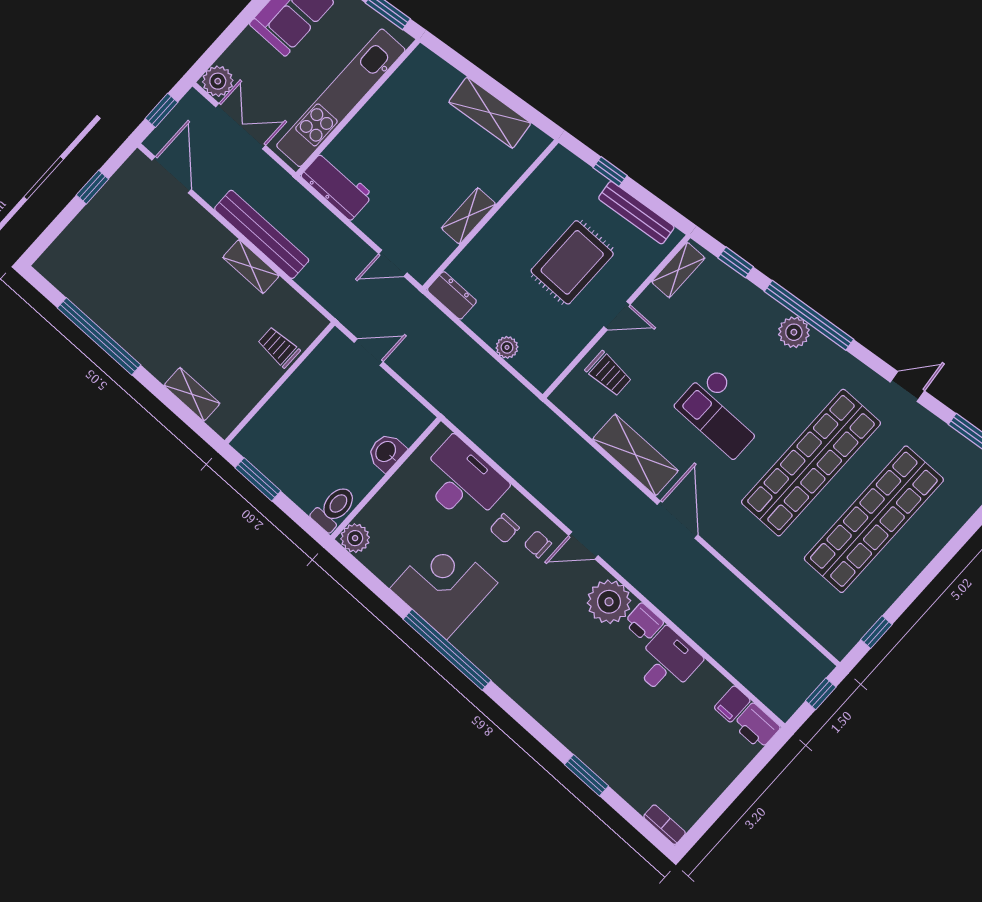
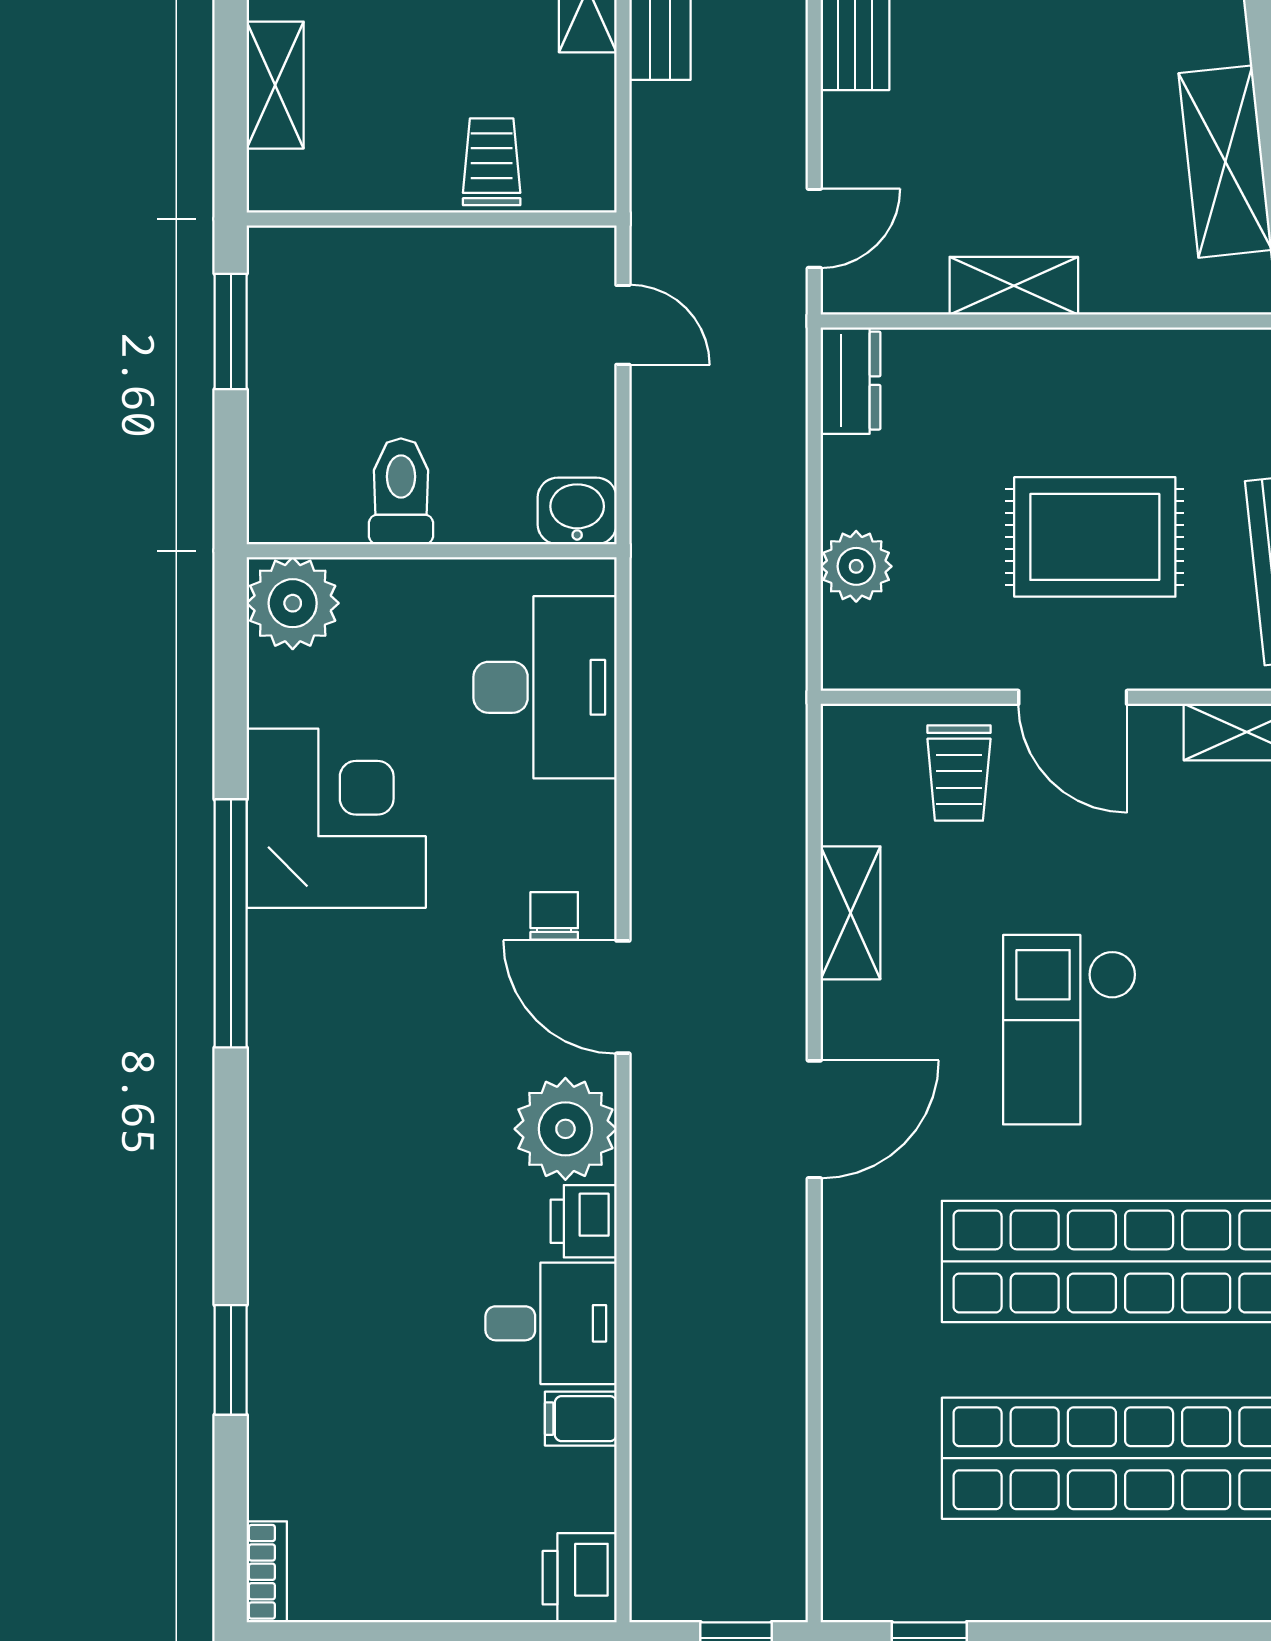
door: (393, 263) -> (814, 228), swing flipped
door: (617, 316) -> (1073, 697), width x1.37
plant: (507, 347) -> (856, 566), width x1.38, depth x1.38
washbasin: (386, 452) -> (577, 511), moved
shelving: (635, 455) -> (851, 913), width x0.67, depth x0.75
toilet: (334, 508) -> (401, 491), moved, turned -90
chair: (504, 528) -> (529, 834), removed
plant: (355, 538) -> (293, 603), width x1.36, depth x1.36
door: (583, 546) -> (623, 997), width x1.38
filing cabinet: (732, 704) -> (581, 1419), moved

